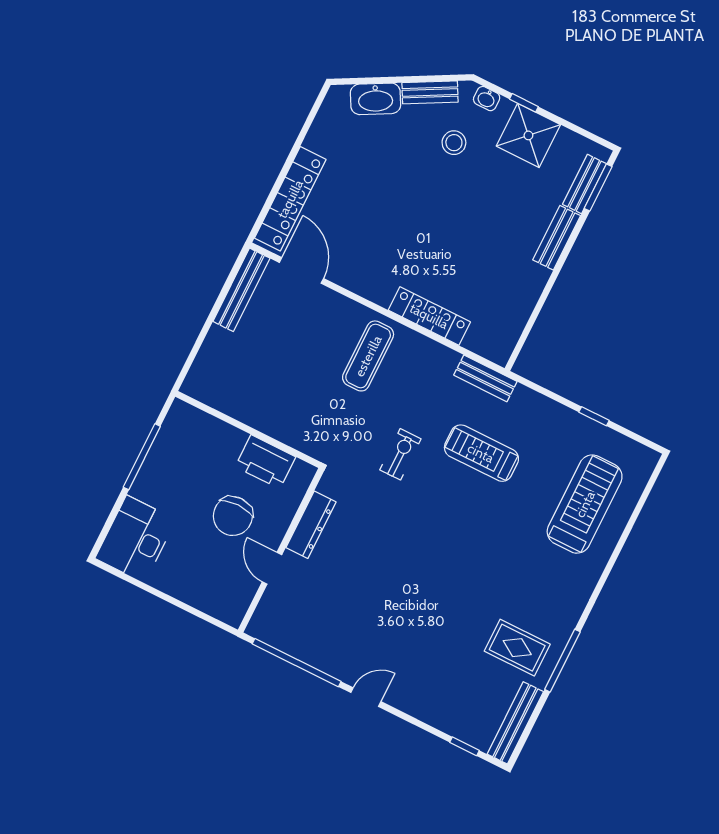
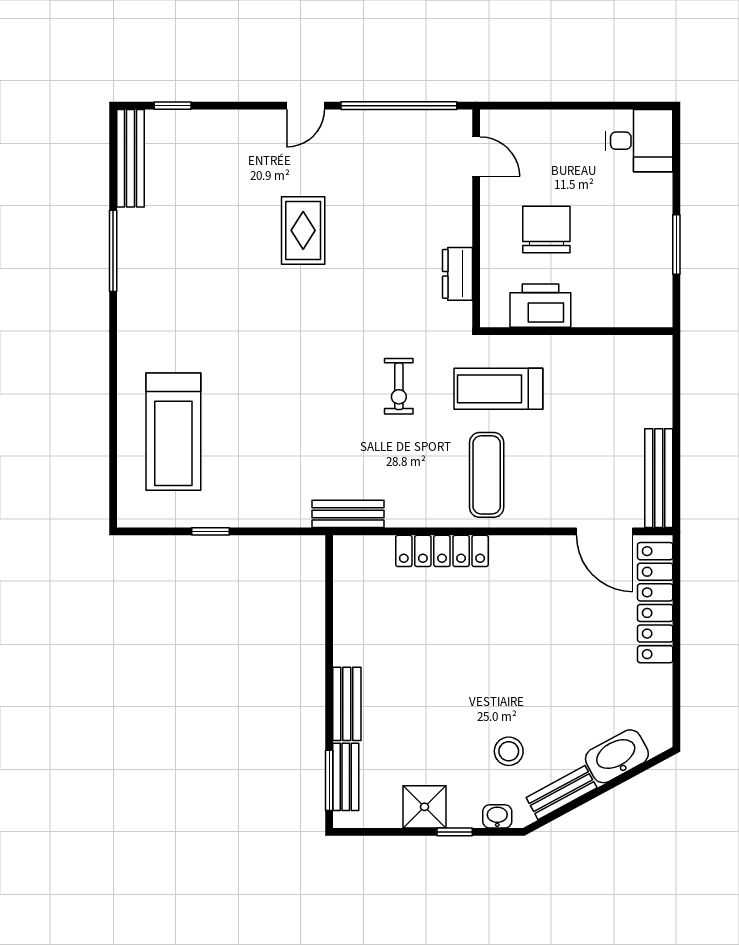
shower: (528, 135) -> (425, 807), width x0.73, depth x0.73
treadmill: (481, 453) -> (498, 389), moved, turned 180
window: (142, 457) -> (676, 244), width x0.69
dresser: (311, 525) -> (457, 274), width x0.70
desk: (136, 539) -> (639, 141), width x0.73
door: (272, 568) -> (476, 157), moved
rug: (517, 648) -> (303, 230), moved, turned 90

